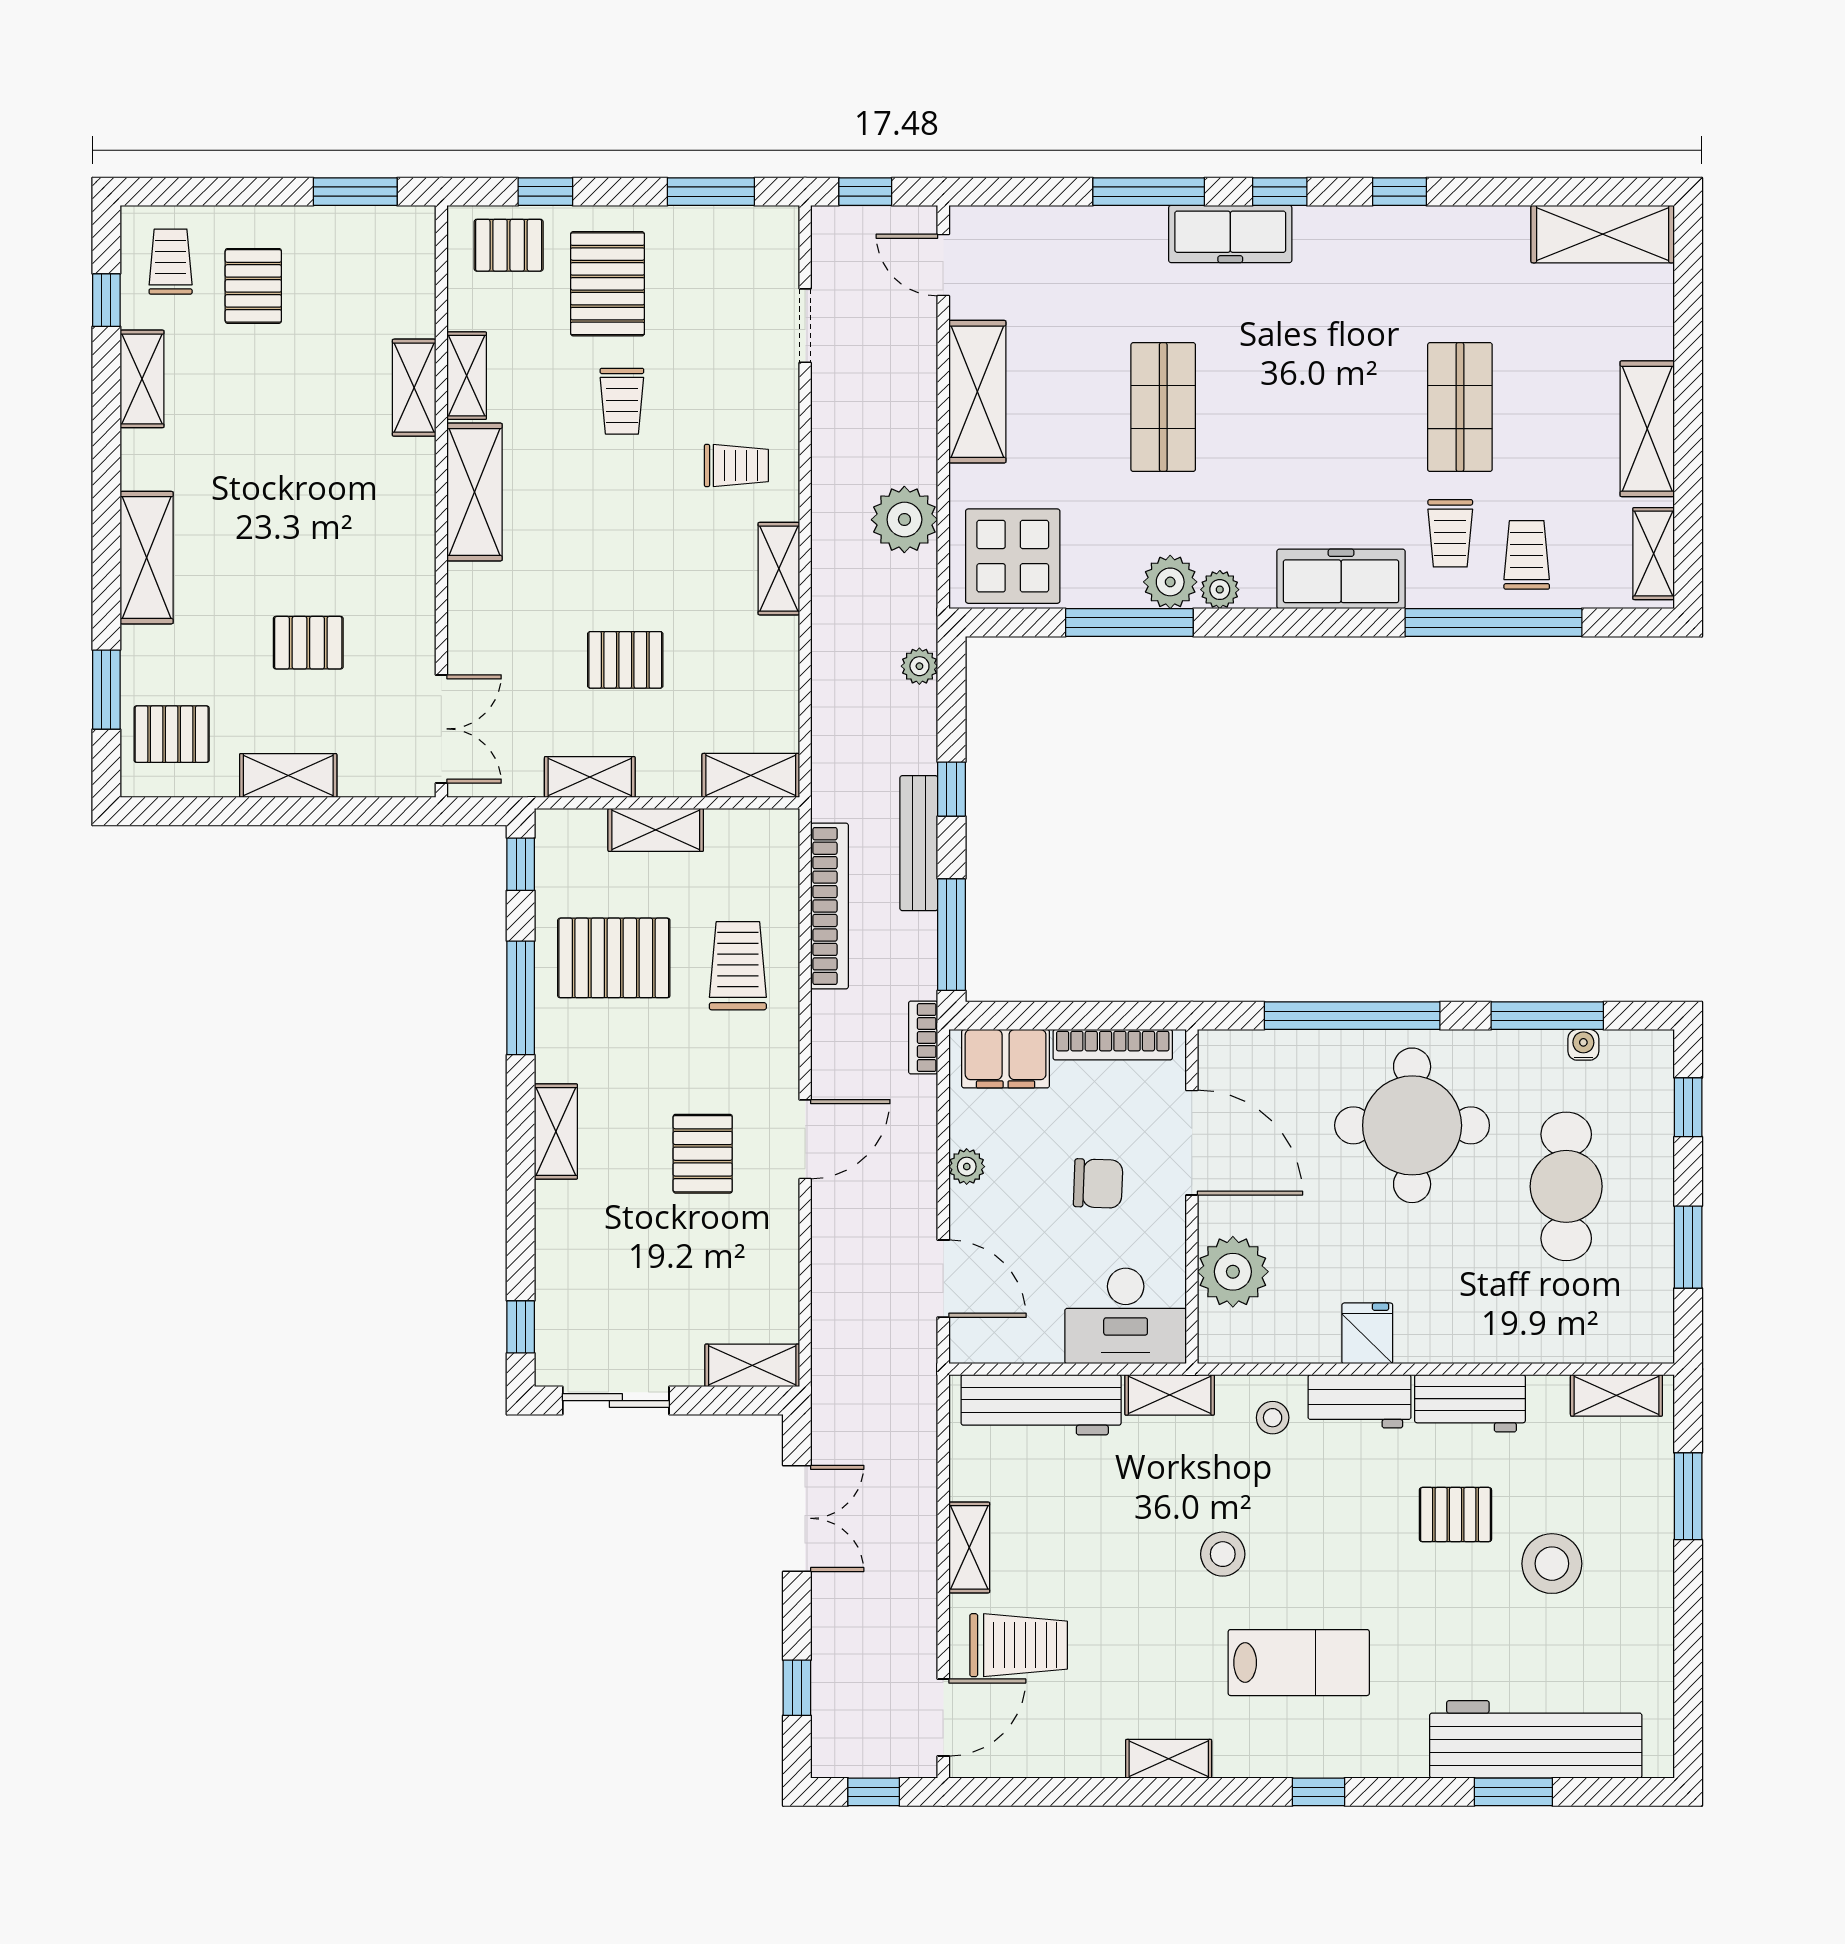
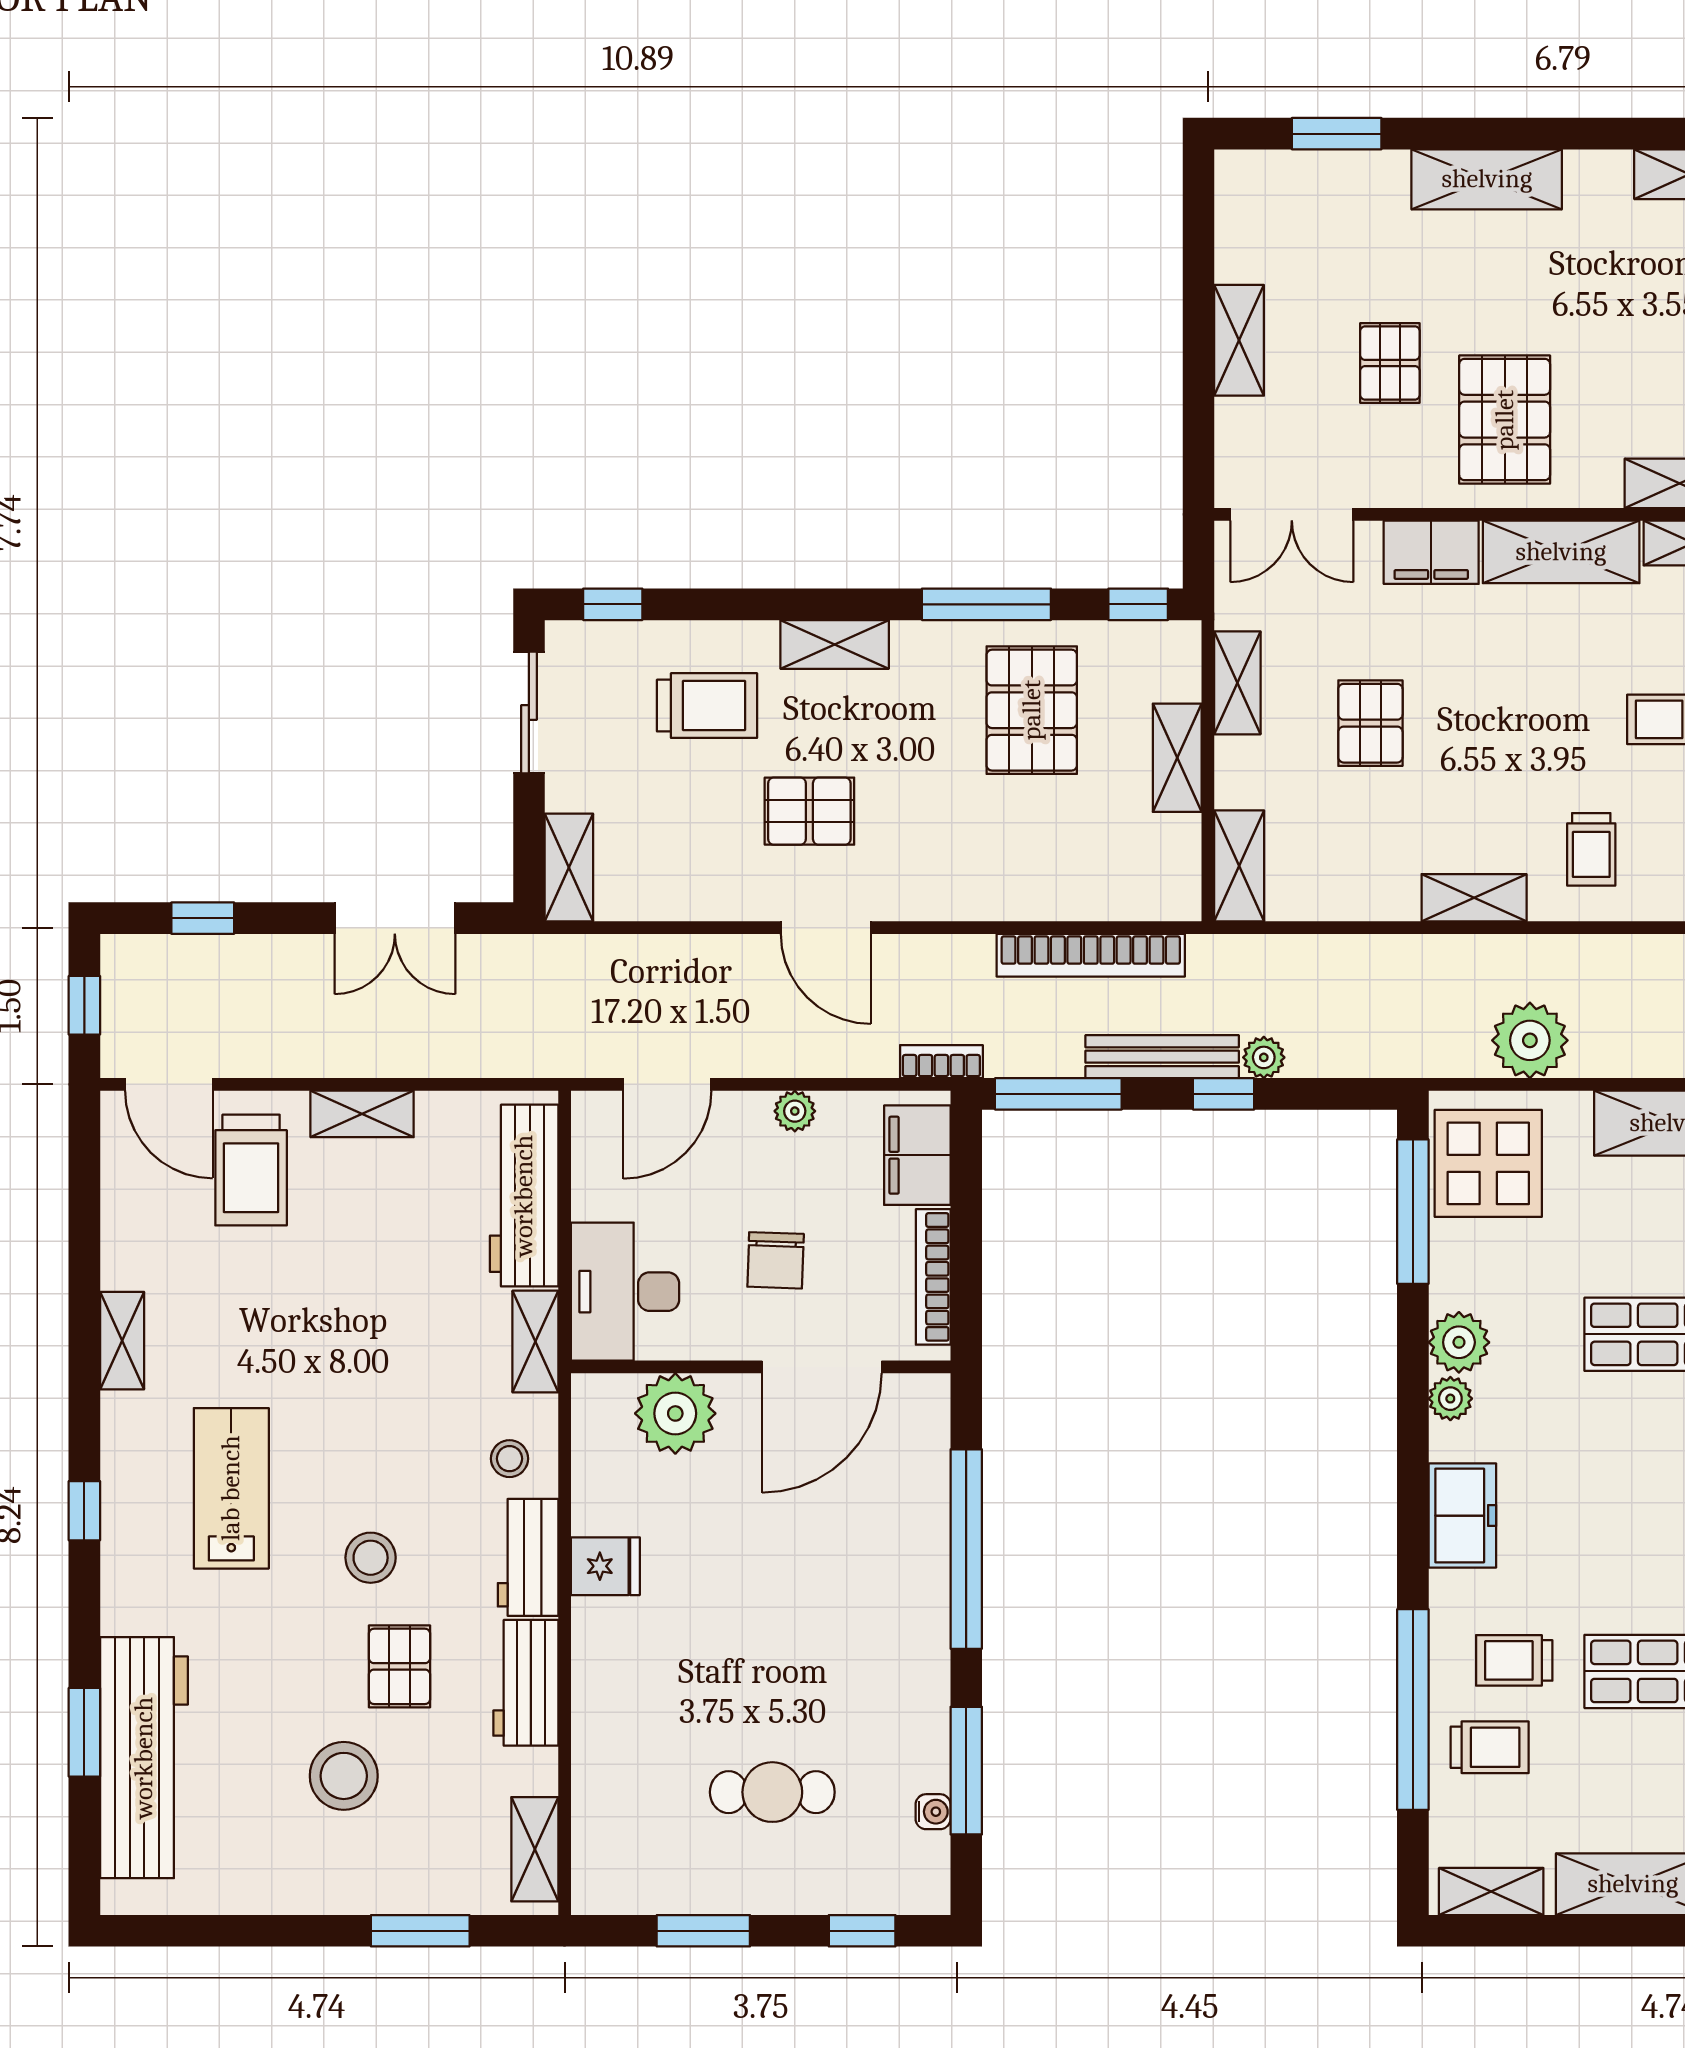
freezer: (1341, 579) -> (1462, 1516), width x0.71
filing cabinet: (475, 606) -> (1431, 552), added
window: (1129, 622) -> (1413, 1212), moved
plant: (919, 666) -> (1264, 1057), moved
pallet: (172, 734) -> (1505, 420), moved, width x1.50, depth x1.42
trolley: (738, 966) -> (707, 706), moved
round table: (1412, 1125) -> (842, 1617), removed
cafe table: (1566, 1186) -> (772, 1792), width x0.73, depth x0.74
stool: (1223, 1554) -> (371, 1558), moved
lab bench: (1299, 1663) -> (231, 1488), turned 180

